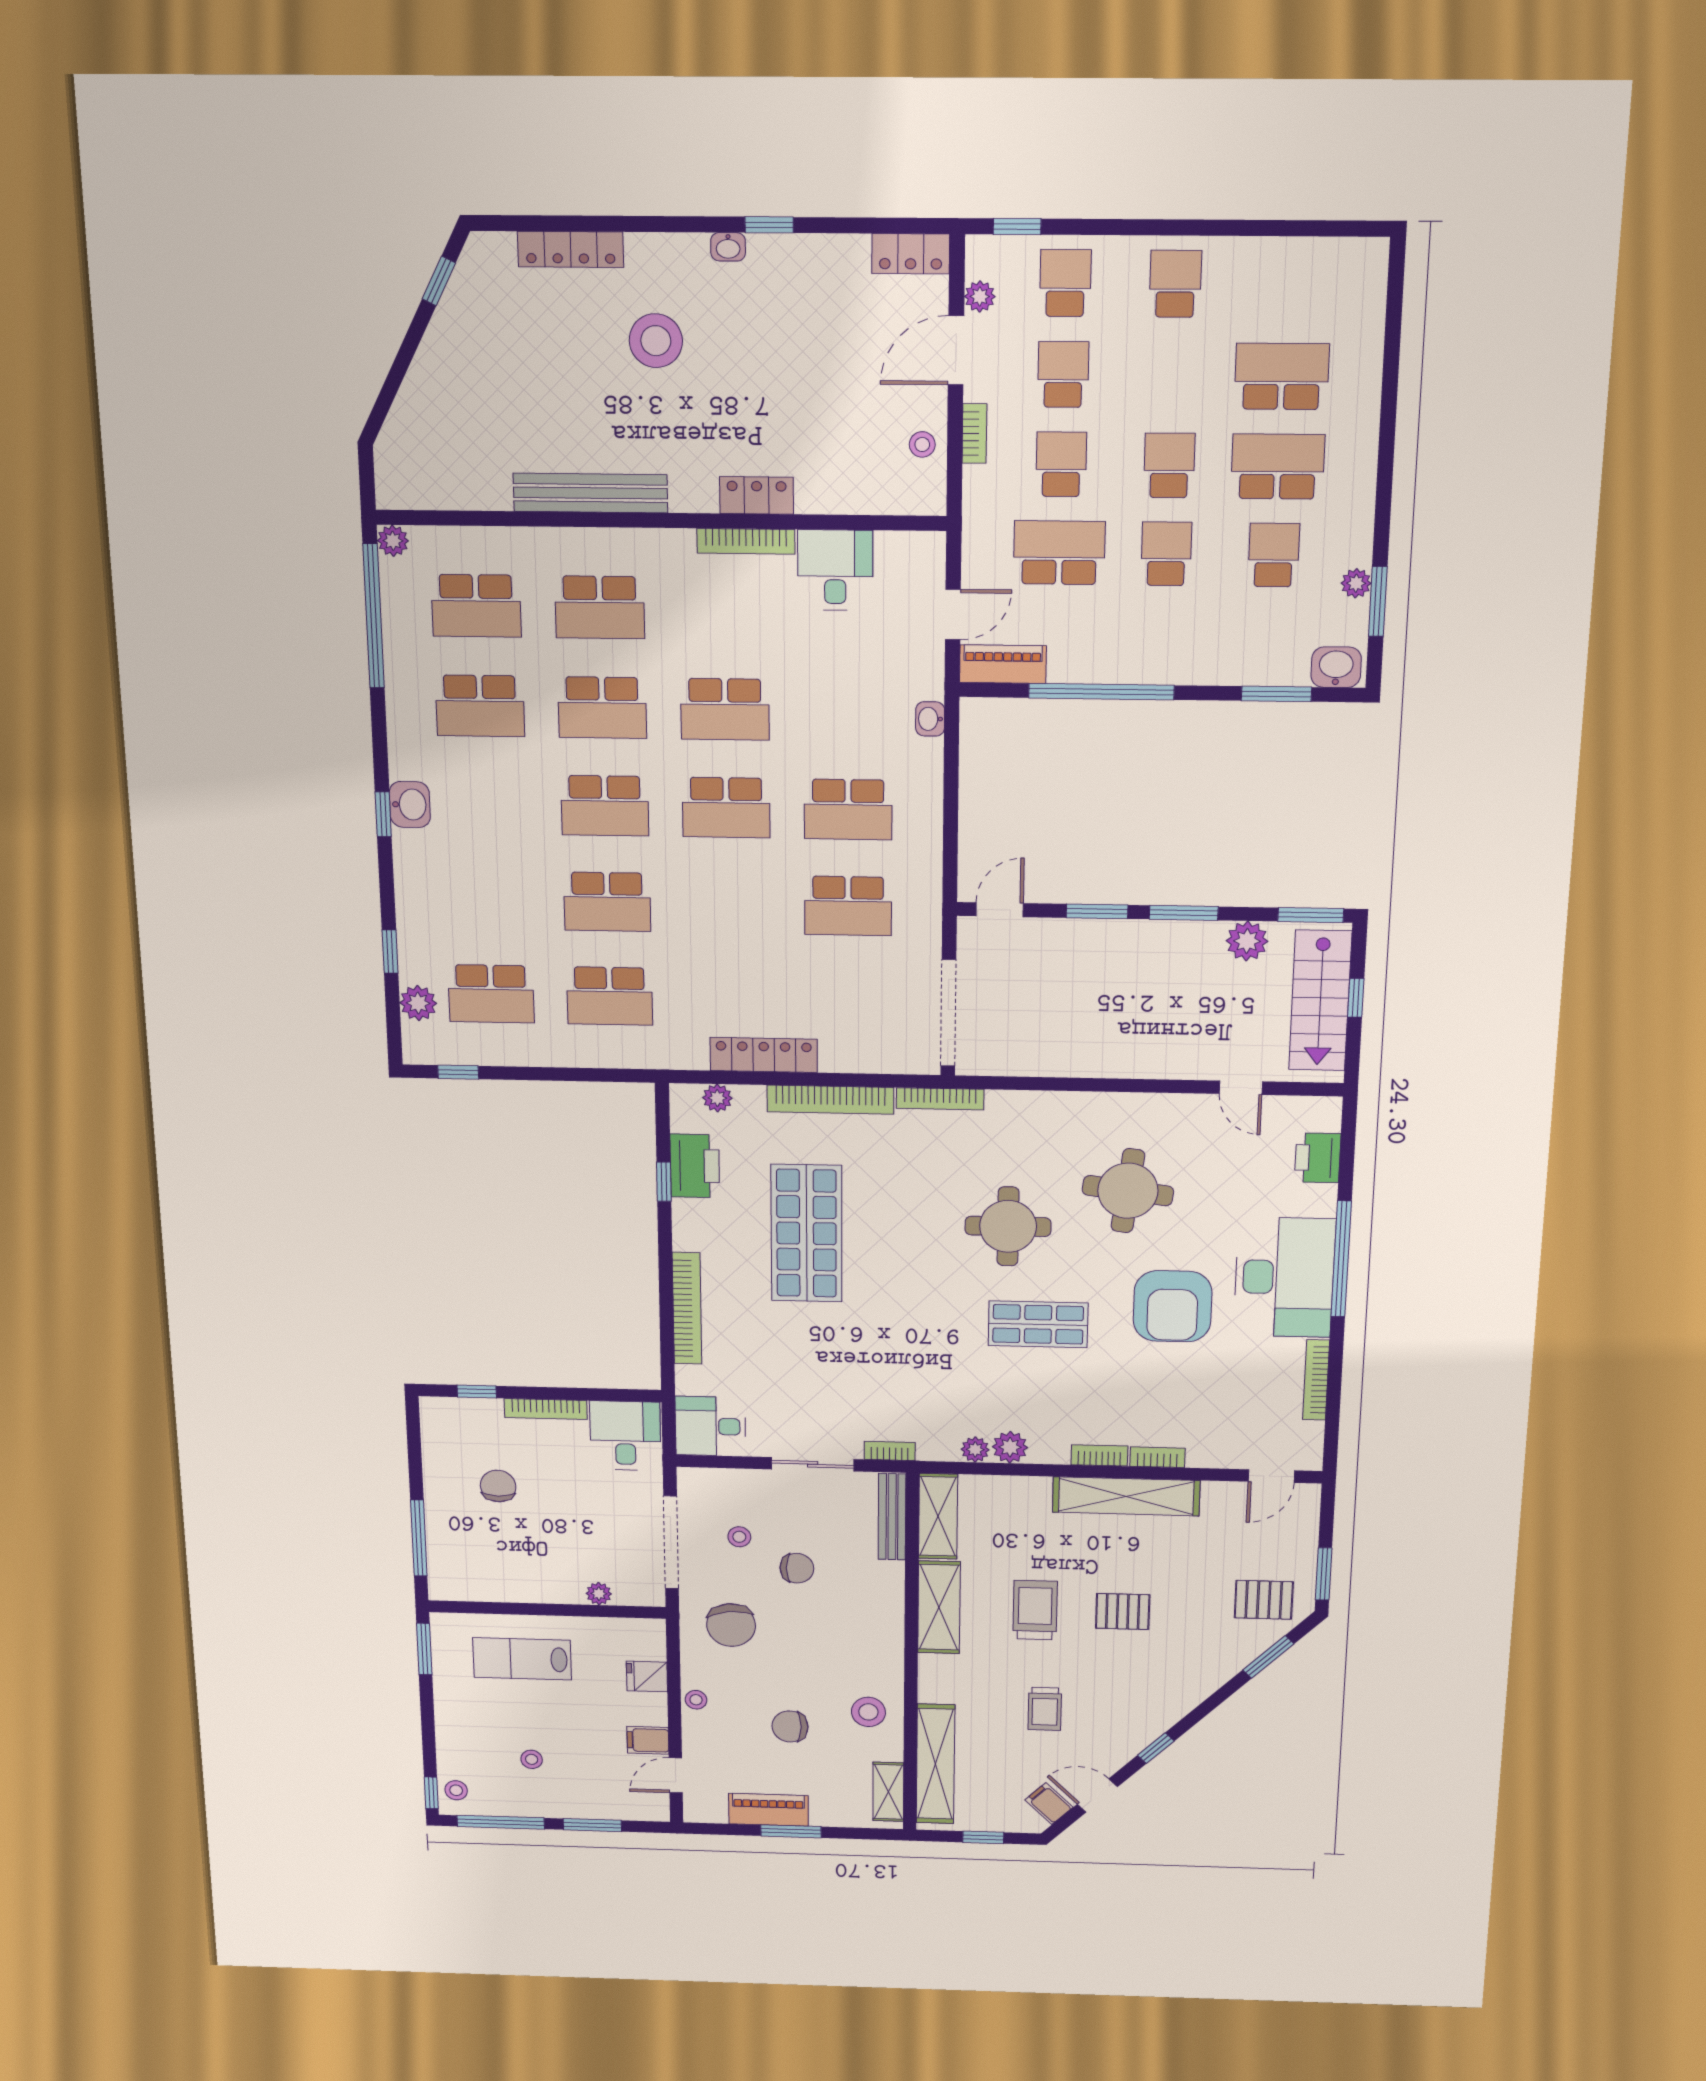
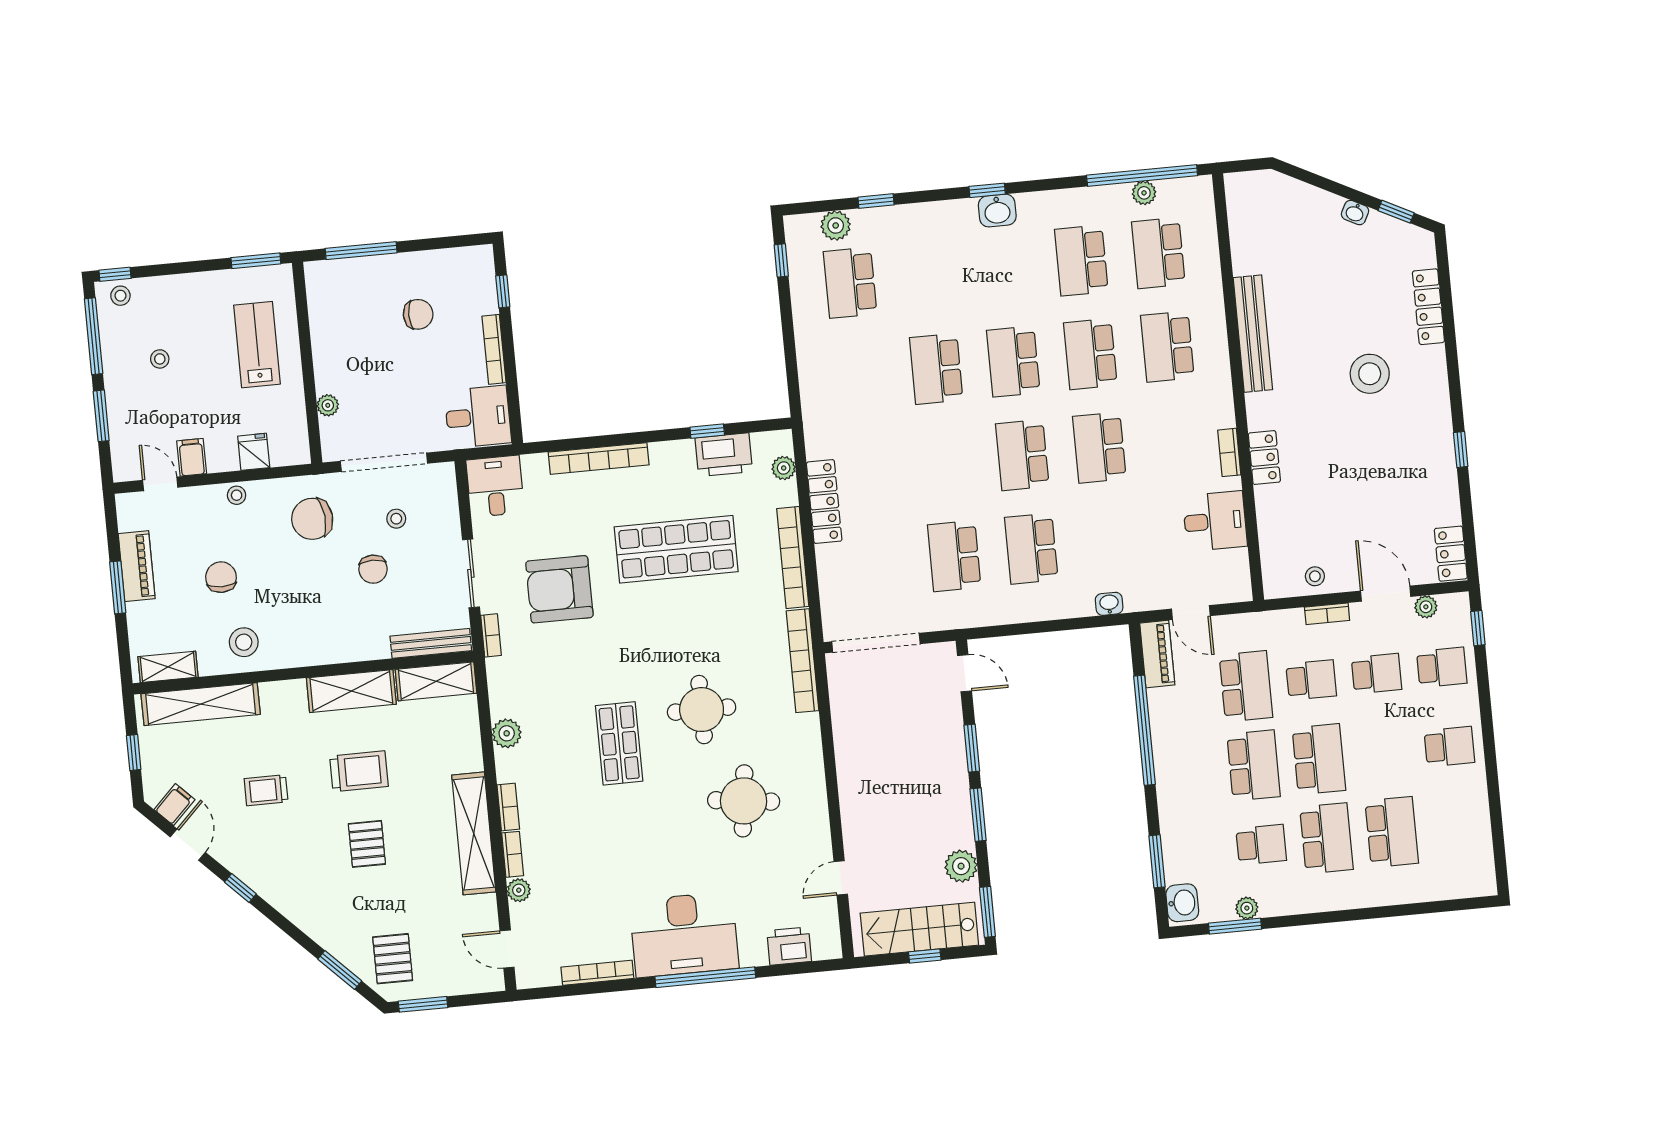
washbasin: (728, 247) -> (1355, 213), moved, turned -63
school desk: (1169, 465) -> (1319, 759), width x1.85
plant: (393, 541) -> (1144, 193), moved
bookcase: (746, 541) -> (1229, 452), width x0.64
school desk: (1166, 554) -> (1254, 765), width x1.85
school desk: (610, 996) -> (859, 376), removed
bookcase: (940, 1099) -> (802, 661), width x1.48, depth x1.31
armchair: (1172, 1306) -> (559, 589), moved
plant: (975, 1450) -> (519, 890), moved

